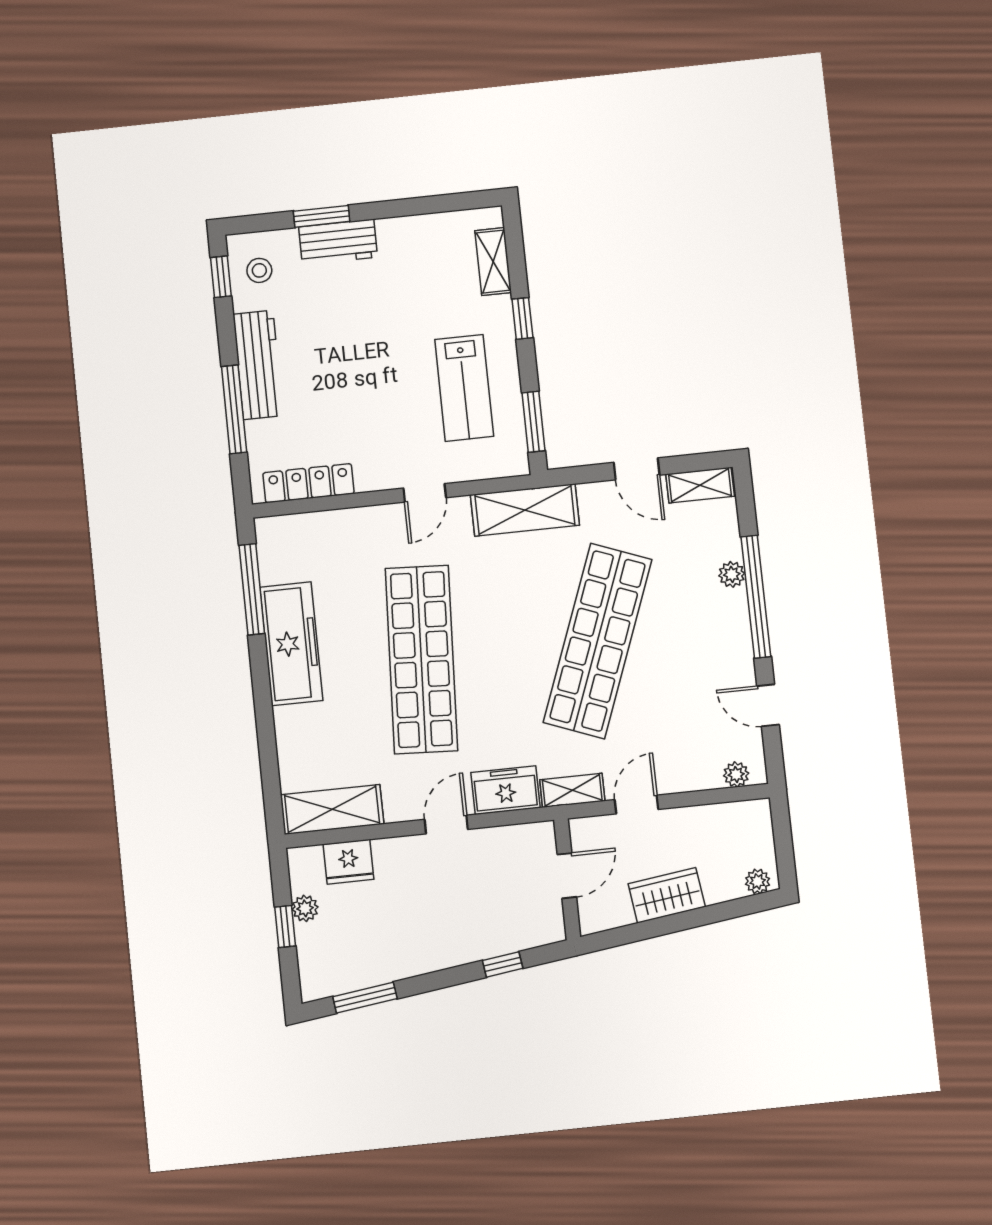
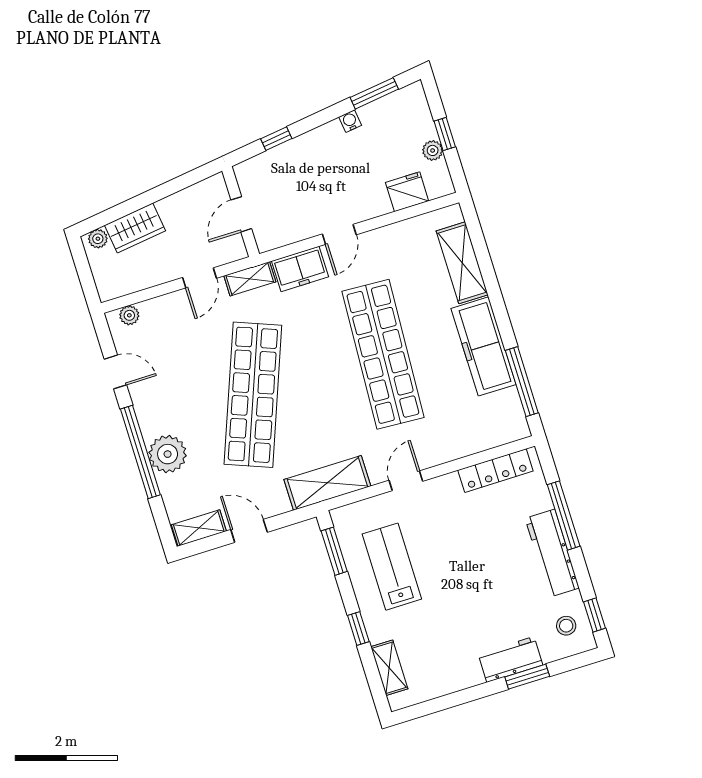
plant: (732, 574) -> (168, 454), width x1.88, depth x1.88
shelving: (332, 809) -> (462, 263), moved, turned 90
wardrobe: (667, 895) -> (135, 228), moved
water cooler: (403, 968) -> (350, 121), added

